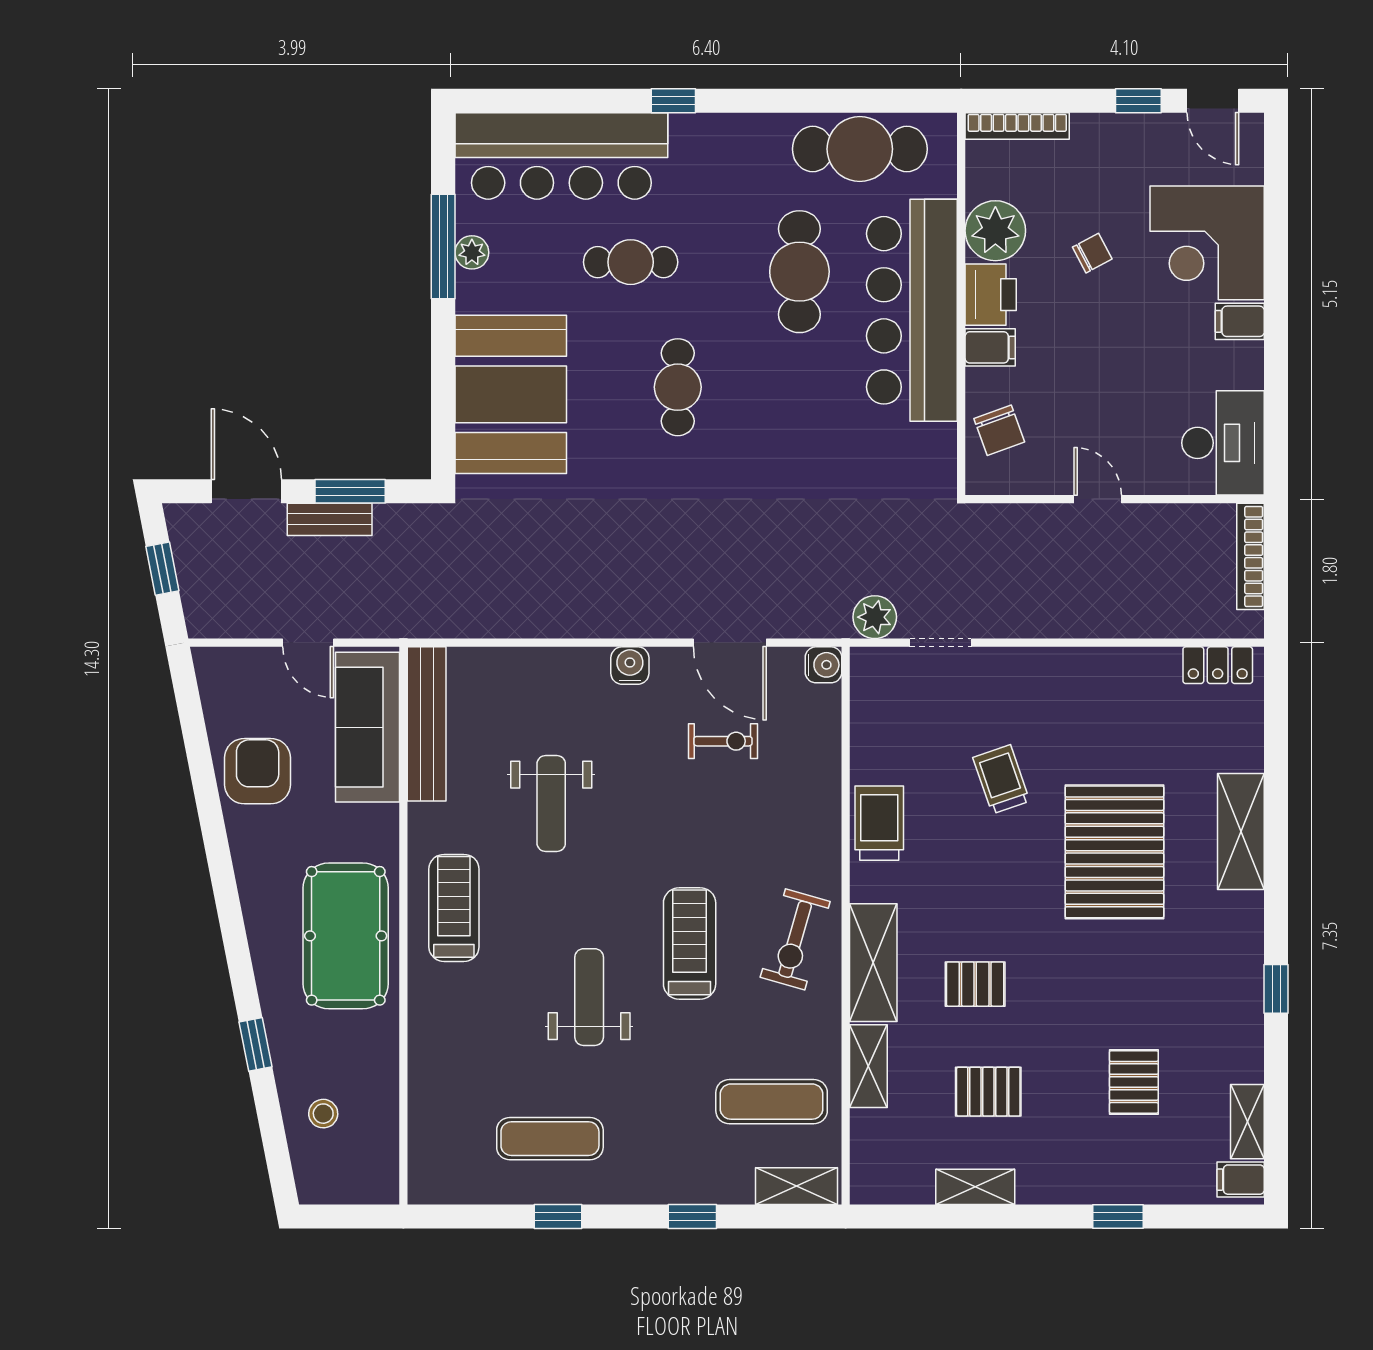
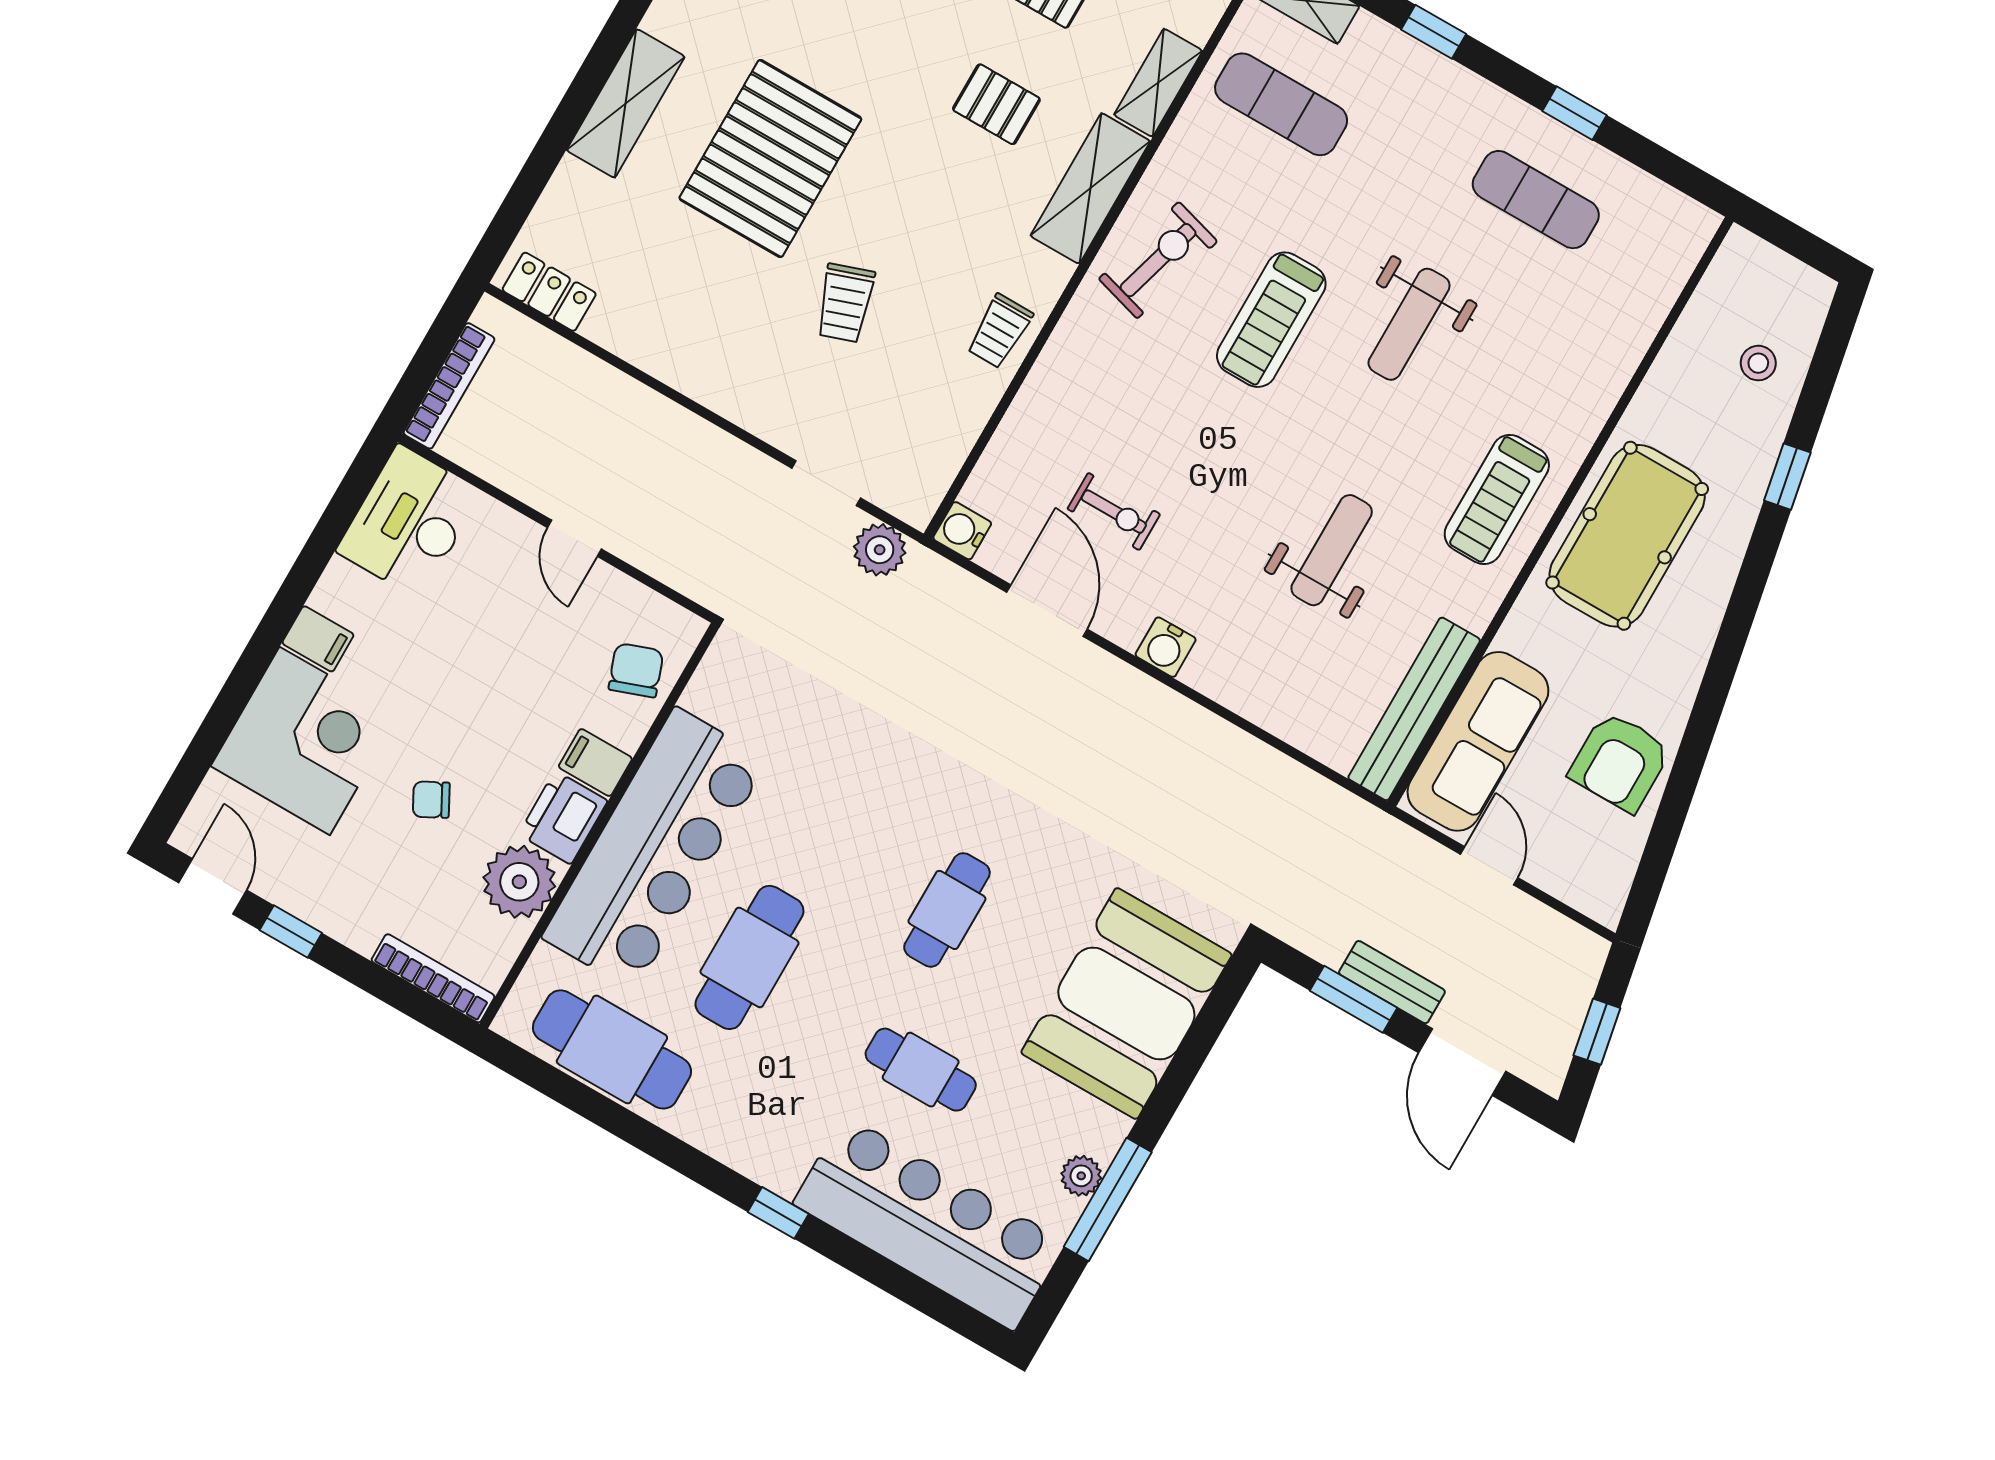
exercise bike: (723, 741) -> (1114, 512), turned 180
trolley: (879, 823) -> (1000, 331), width x0.73, depth x0.72

